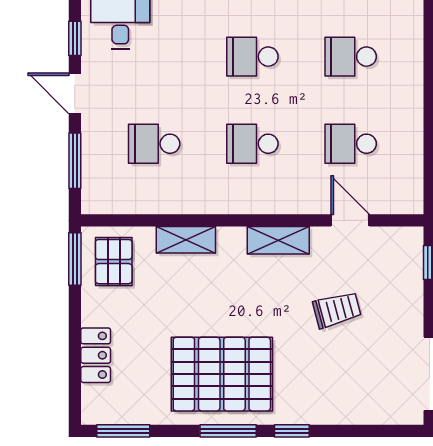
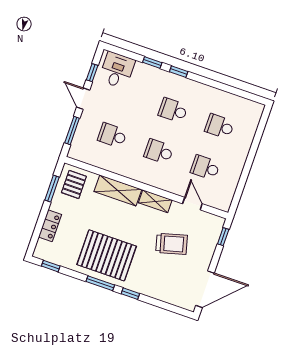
shelving: (186, 240) -> (118, 190), width x1.50, depth x1.33
window: (75, 259) -> (52, 189), moved
trolley: (337, 310) -> (172, 244), width x1.36, depth x1.39
window: (123, 431) -> (51, 266), width x0.67

